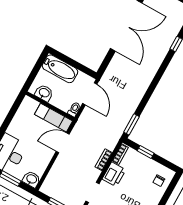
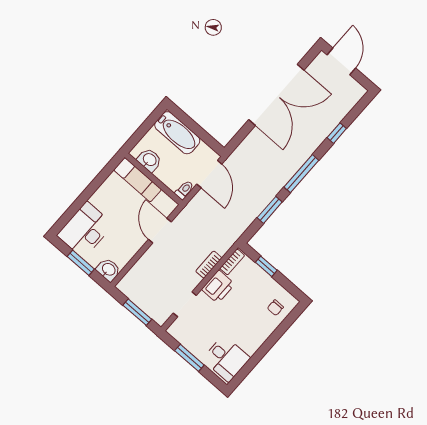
window: (157, 79) -> (301, 174), added
exam couch: (54, 118) -> (138, 180), moved
window: (132, 124) -> (270, 210), moved
door: (63, 143) -> (160, 231), hinge flipped

